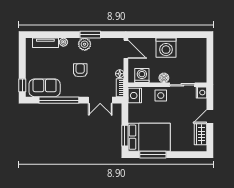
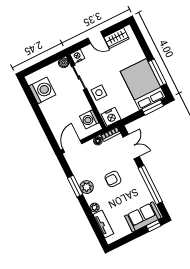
washing machine: (166, 48) -> (42, 90), moved
boiler: (164, 78) -> (64, 63), moved
sofa: (45, 88) -> (143, 217), moved, turned 90

